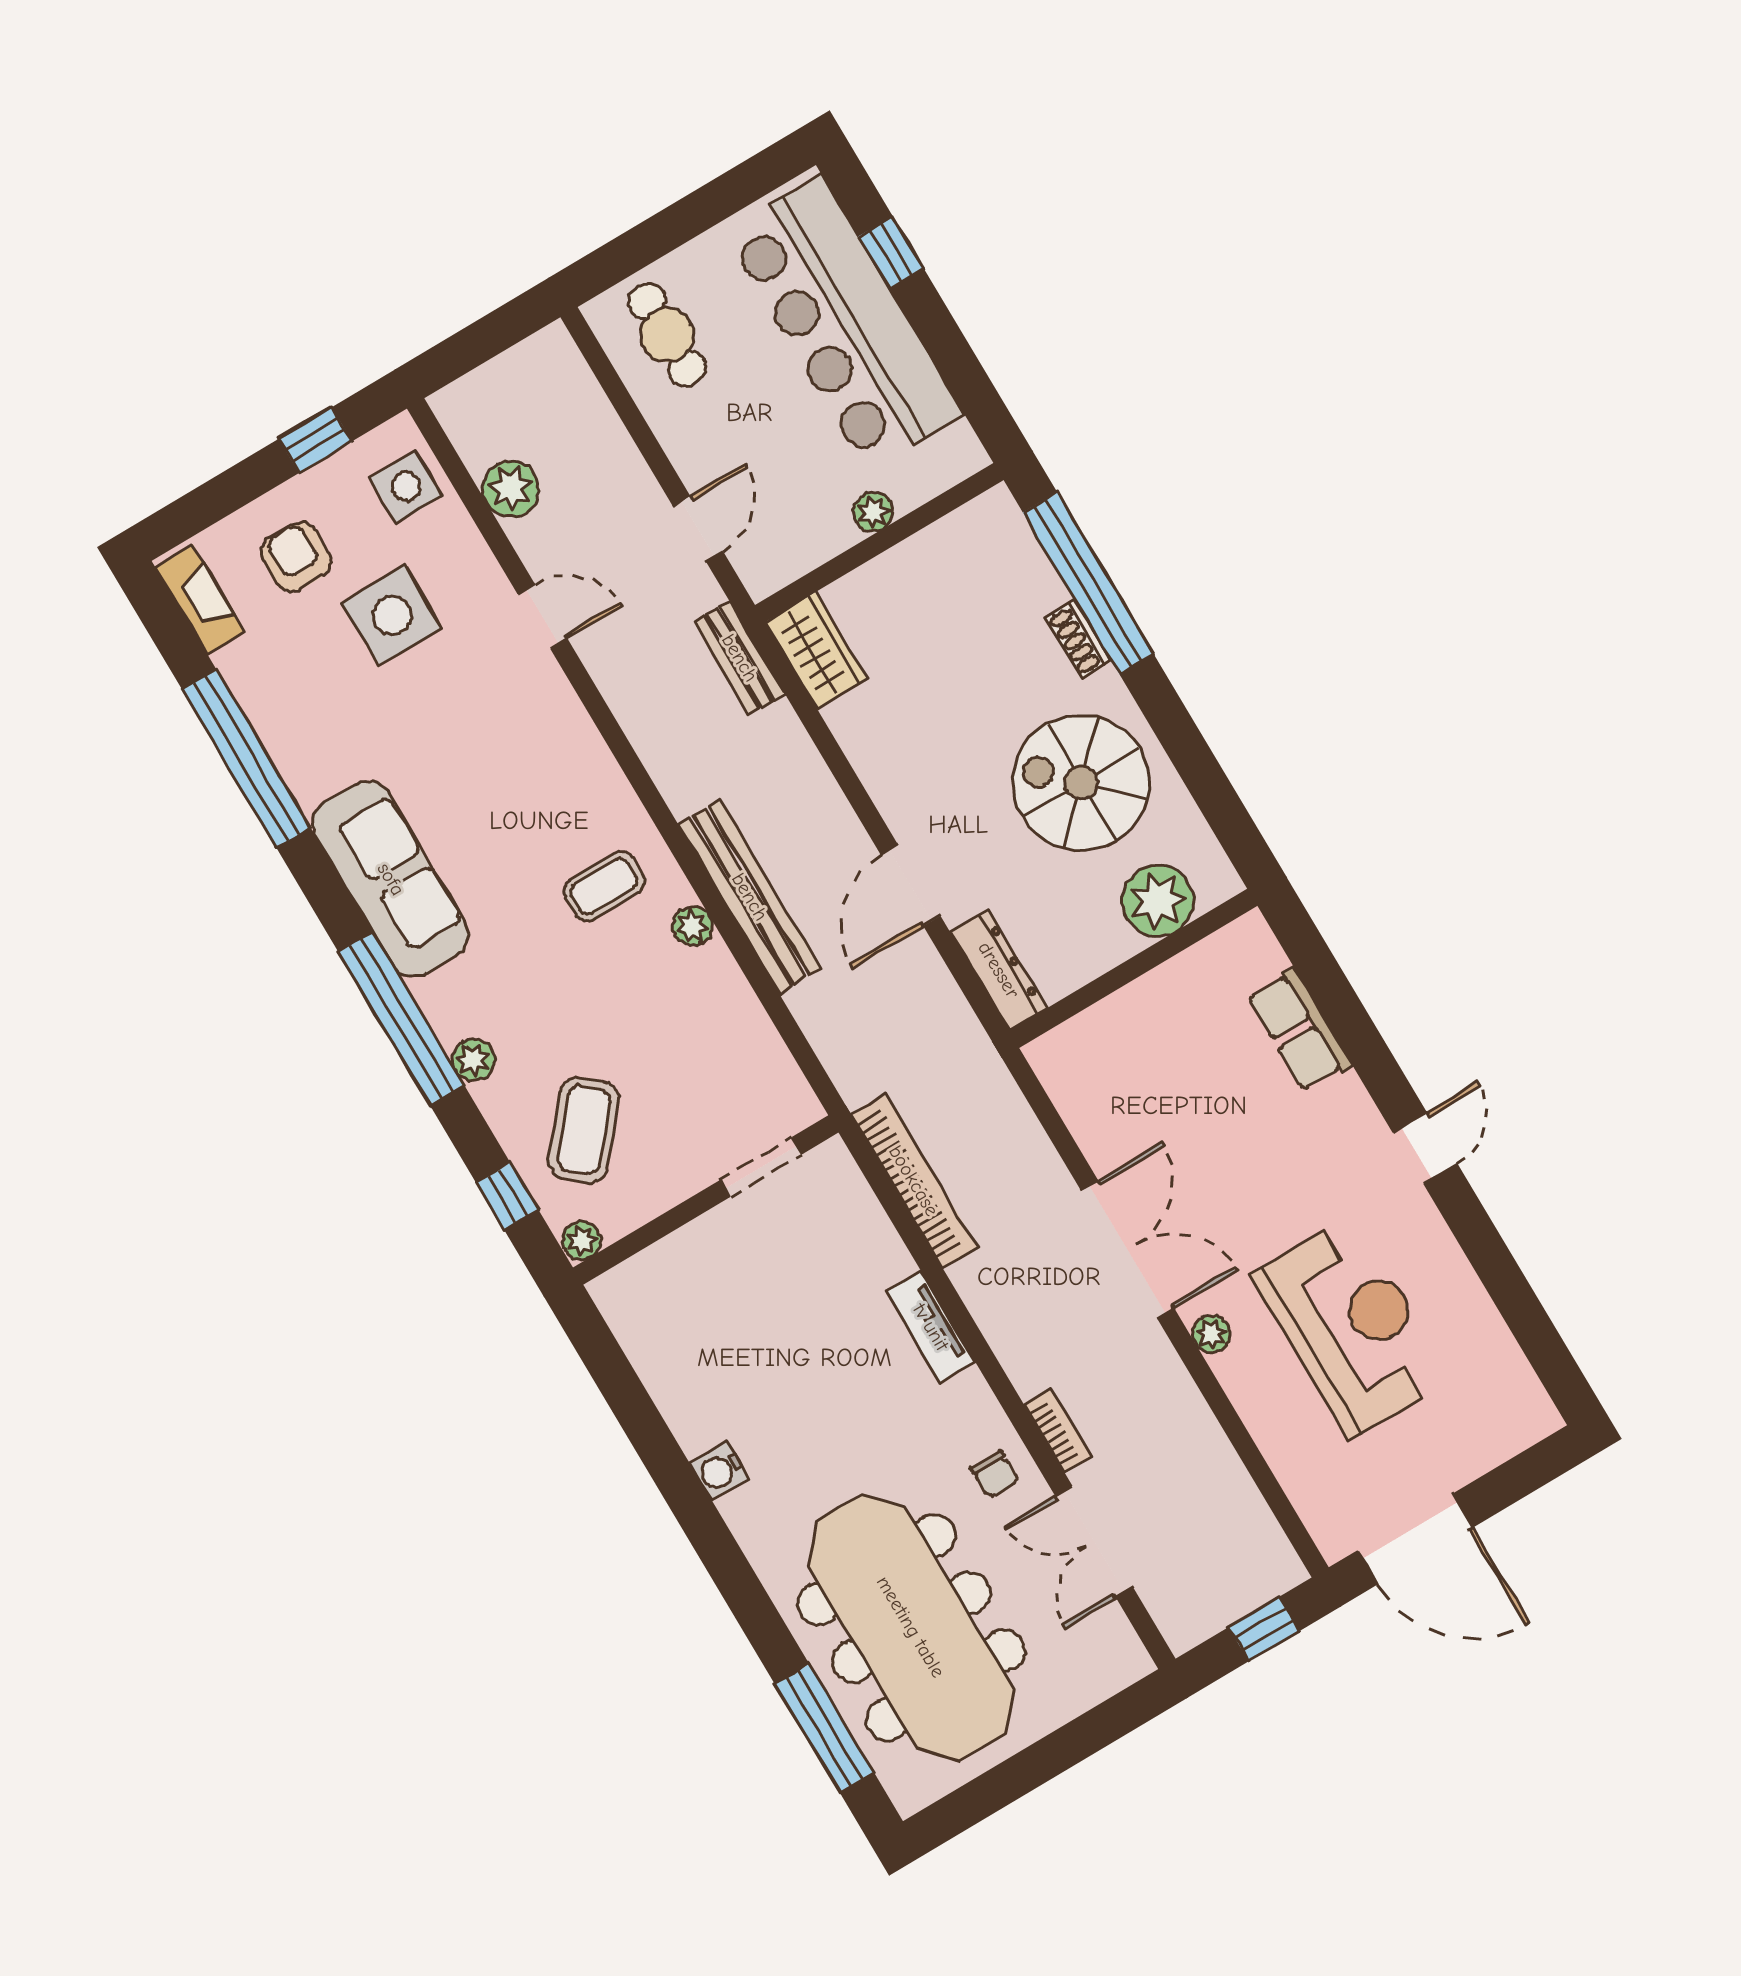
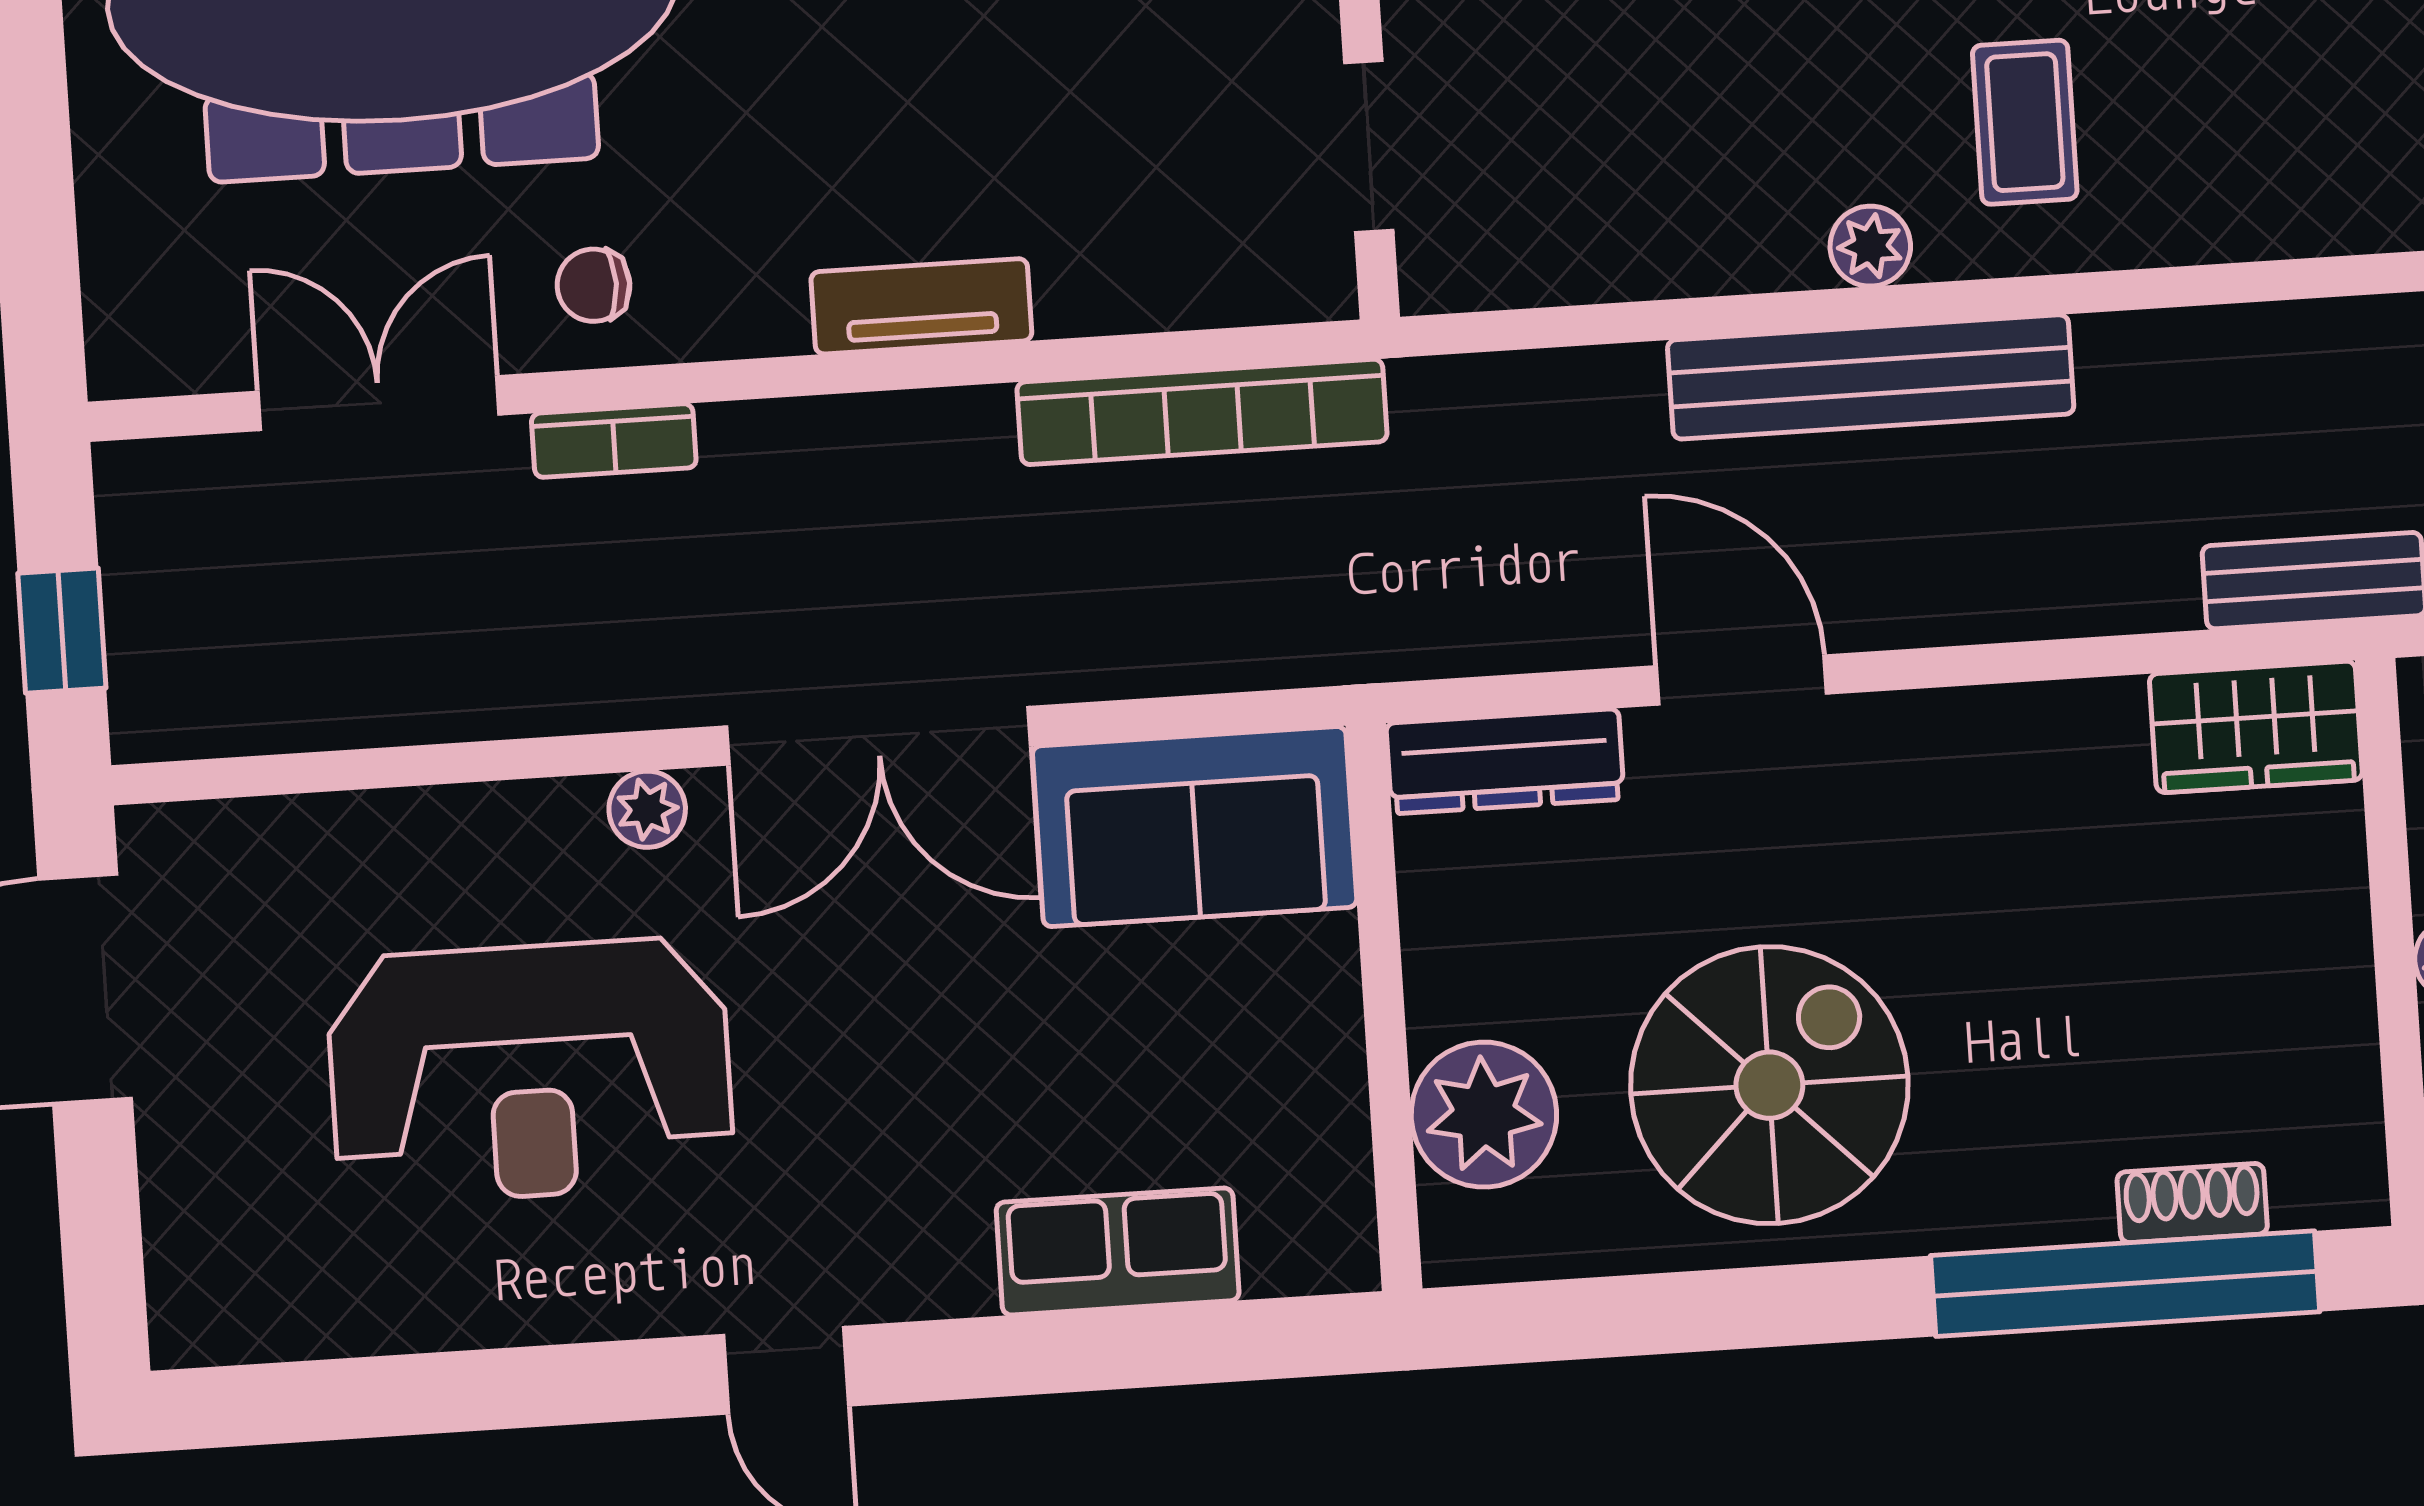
shoe rack: (1078, 639) -> (2192, 1203), moved
sofa: (1097, 1091) -> (1195, 827), added

